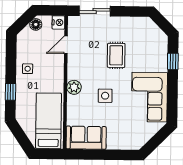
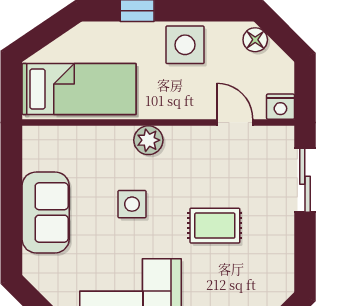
floor lamp: (36, 24) -> (255, 40), moved
side table: (28, 69) -> (185, 45), width x1.87, depth x1.87
sofa: (86, 138) -> (46, 212), moved

